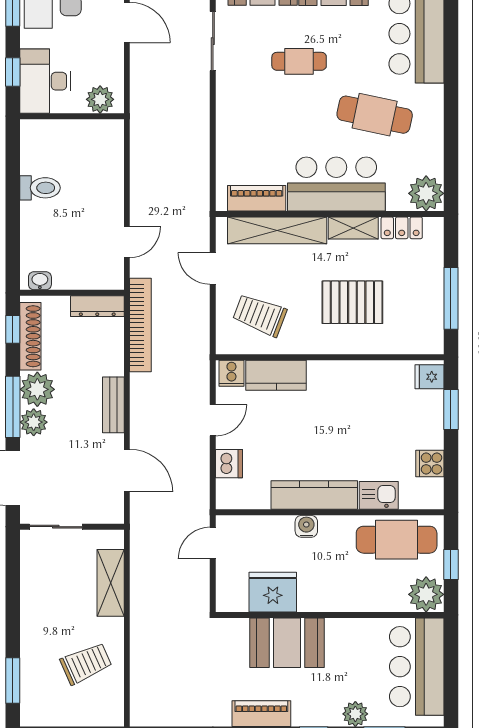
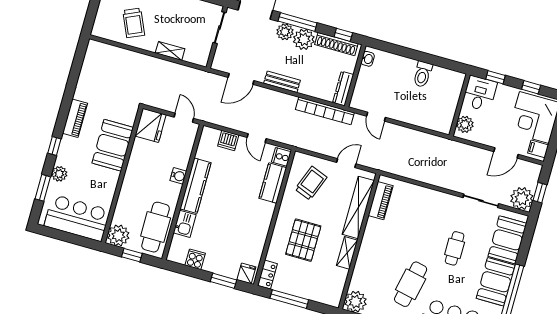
desk: (45, 81) -> (480, 94), width x0.73
bar counter: (336, 184) -> (376, 250), removed
locker: (402, 228) -> (267, 275), moved, turned 180
shelving: (111, 583) -> (170, 51), width x0.67, depth x0.75
fridge: (273, 592) -> (151, 125), moved

